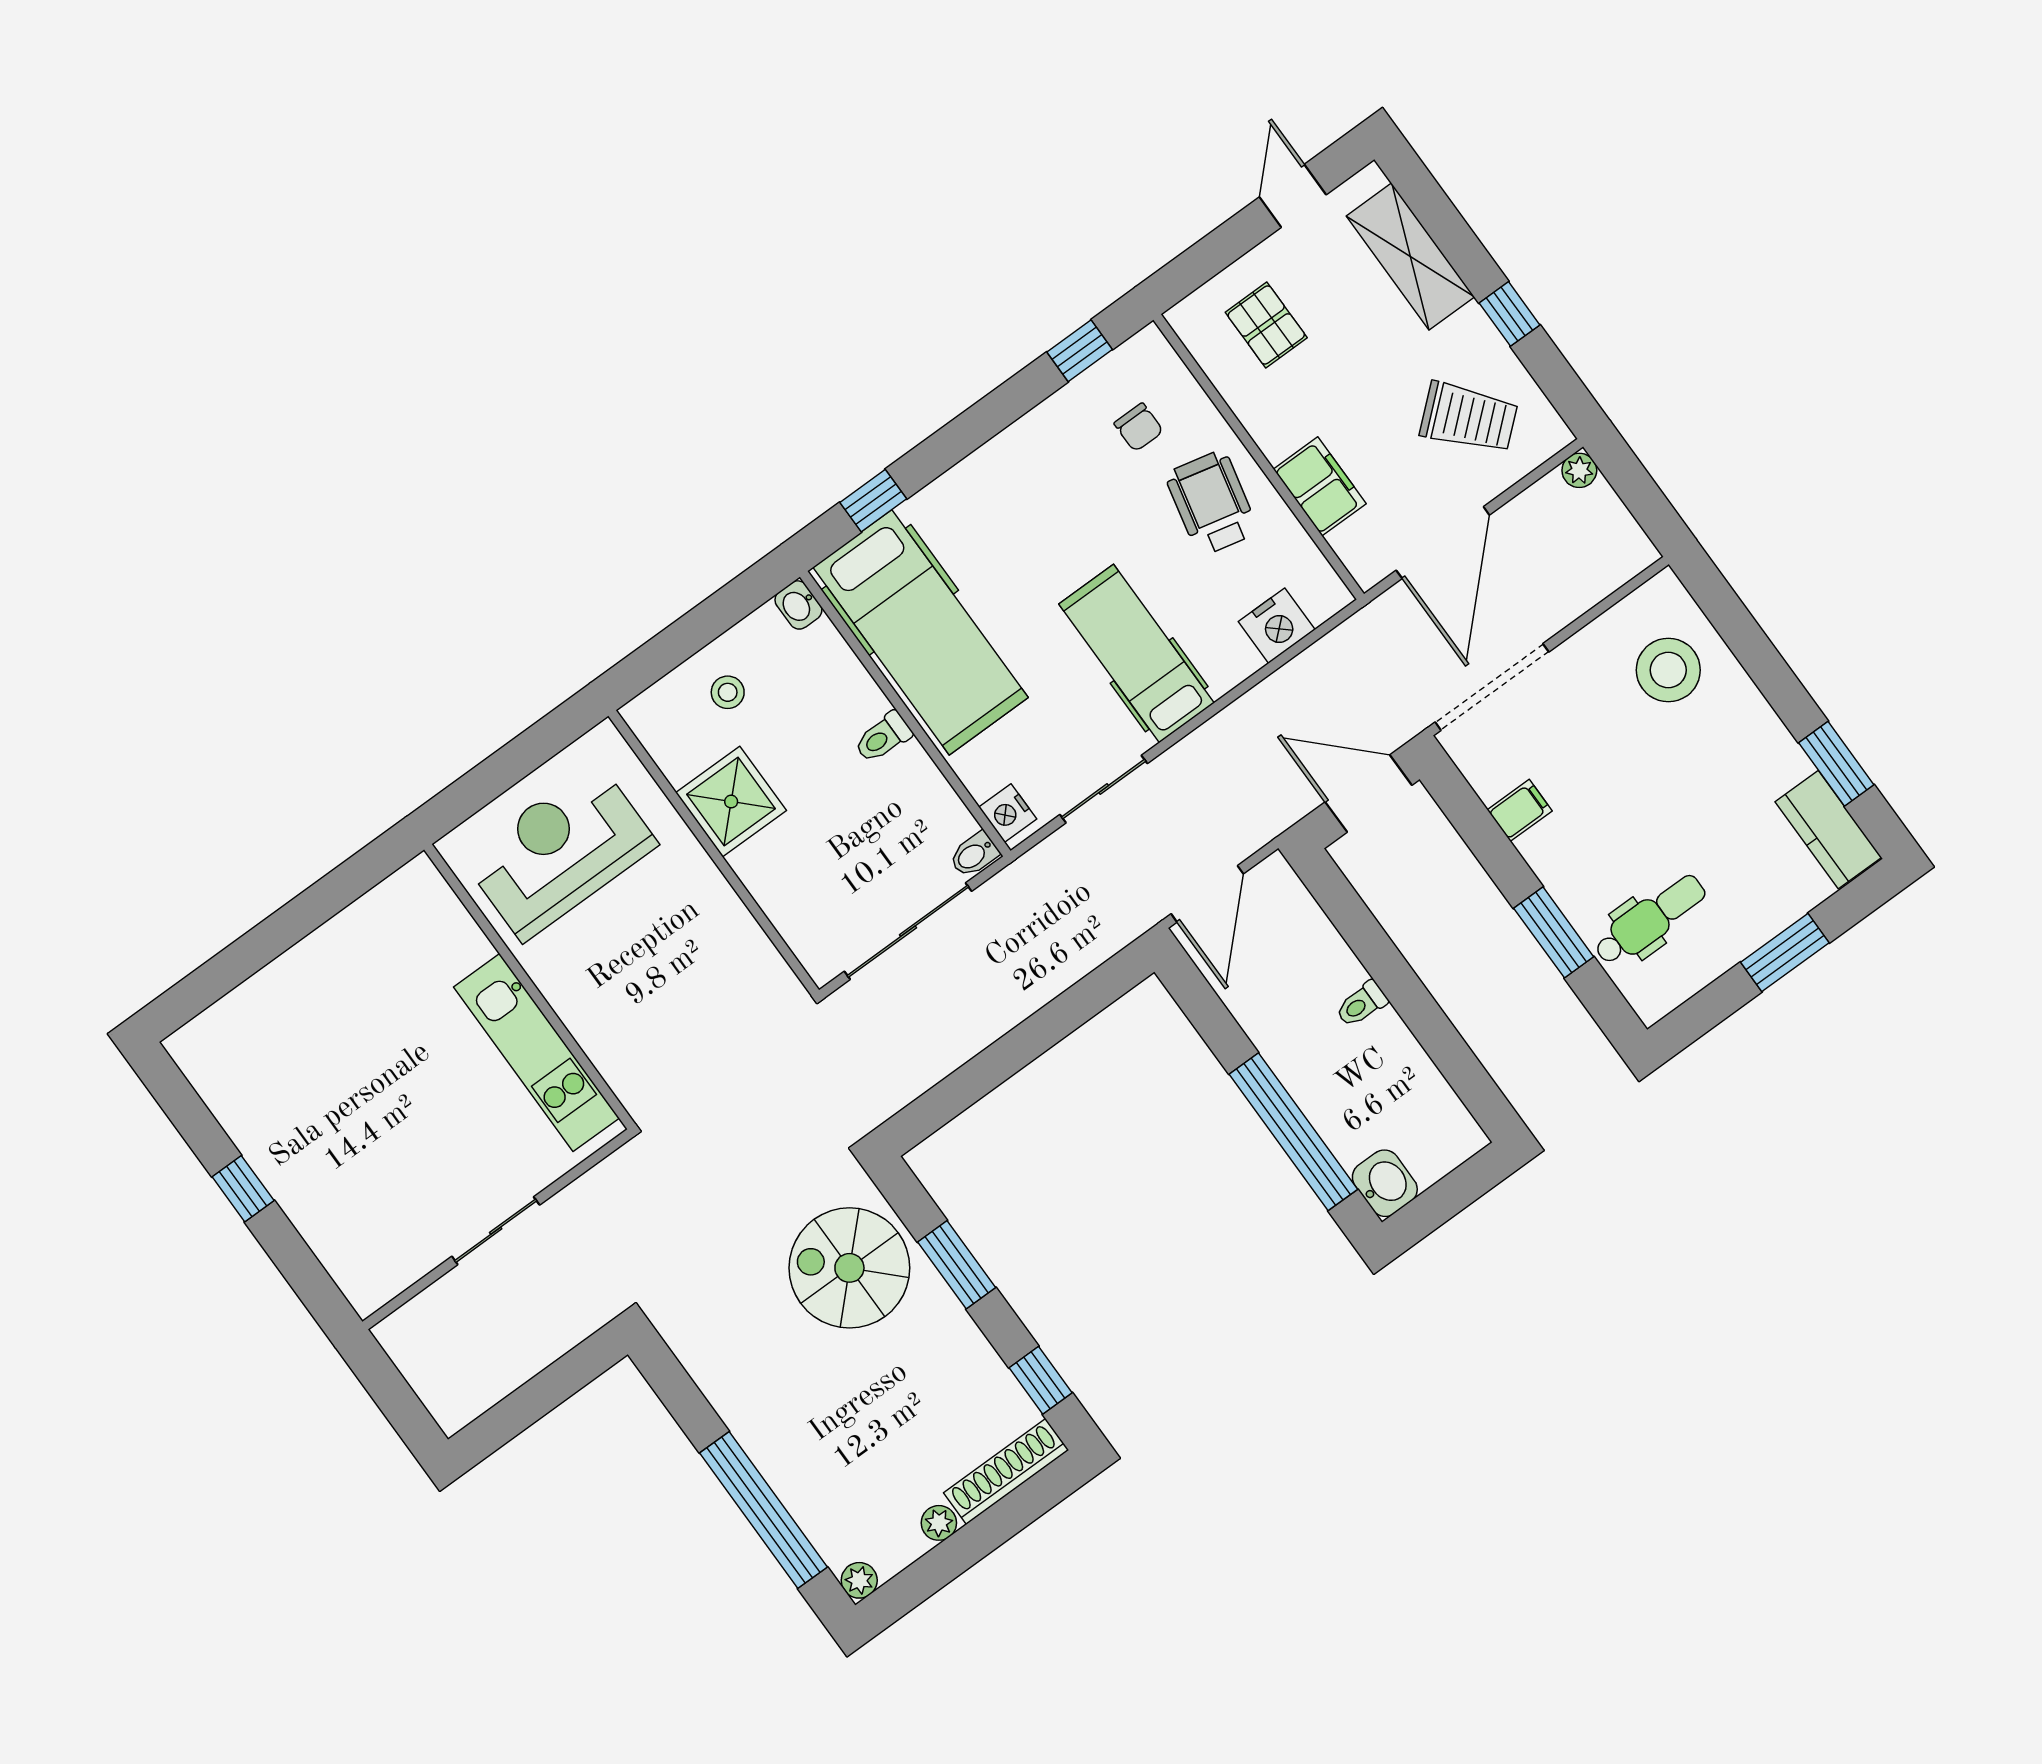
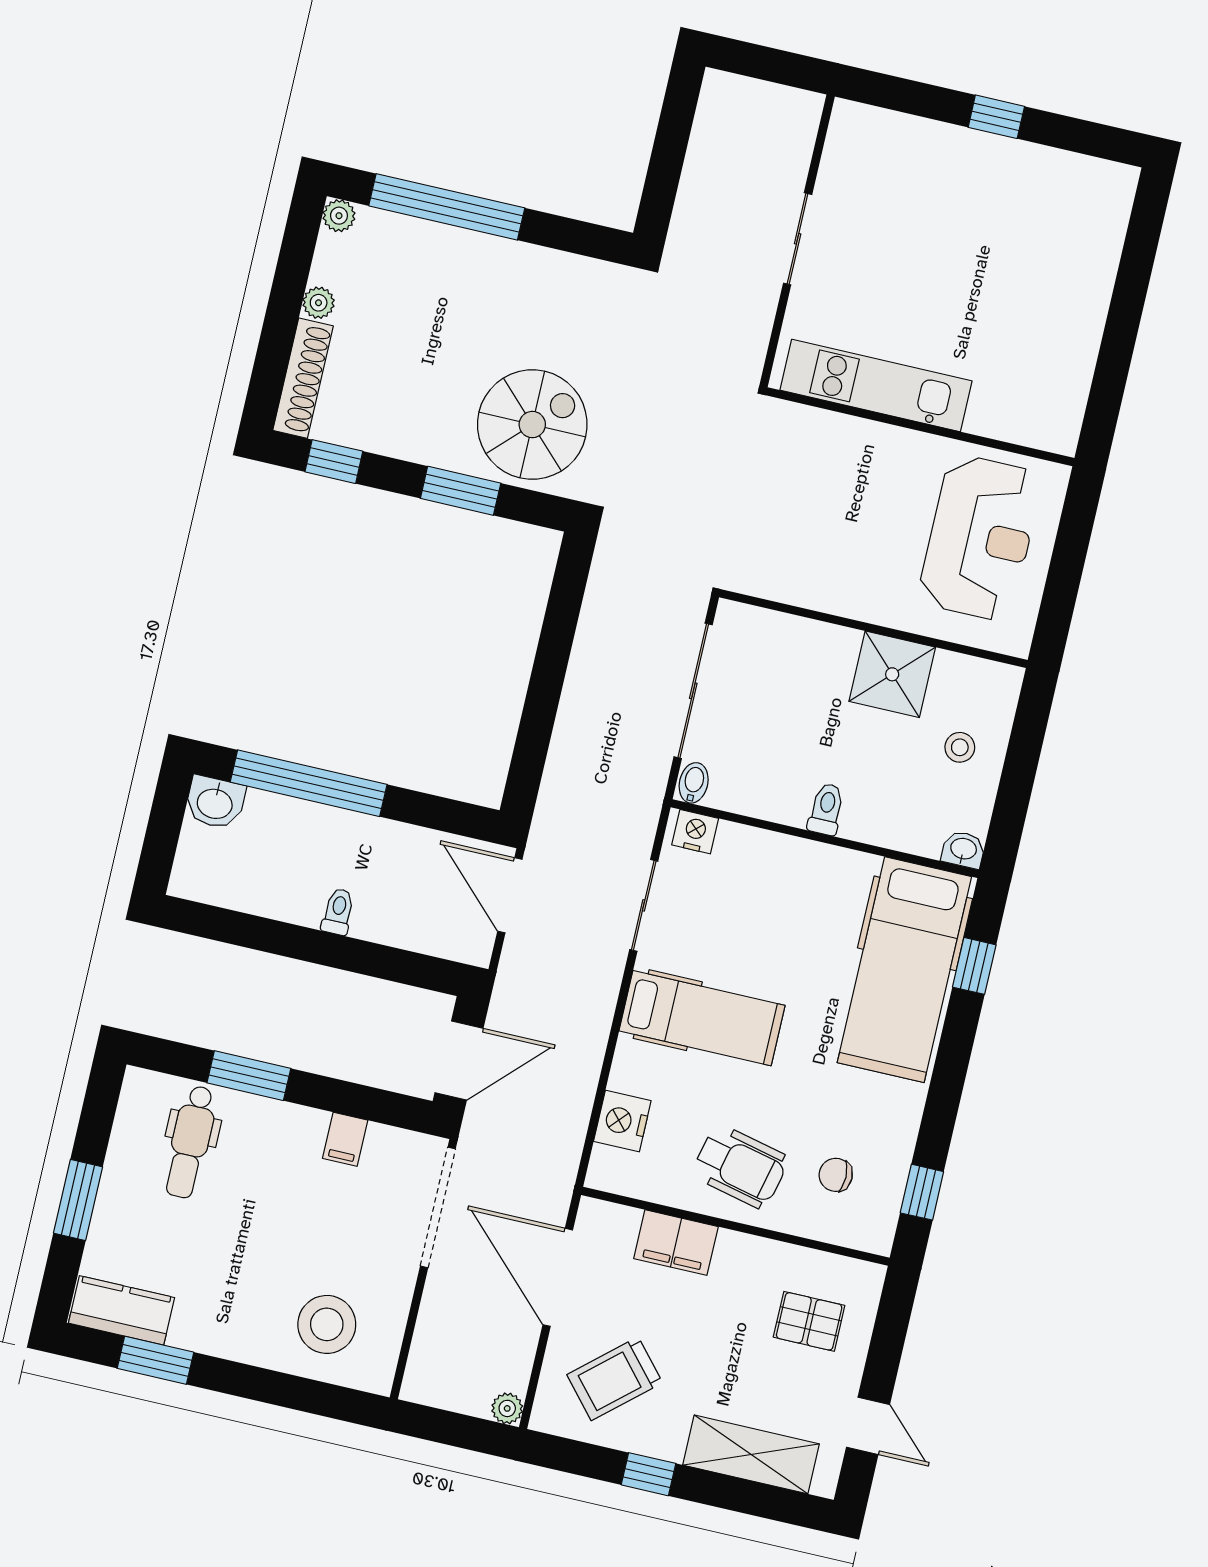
hospital bed: (920, 632) -> (904, 970), moved, turned -90

